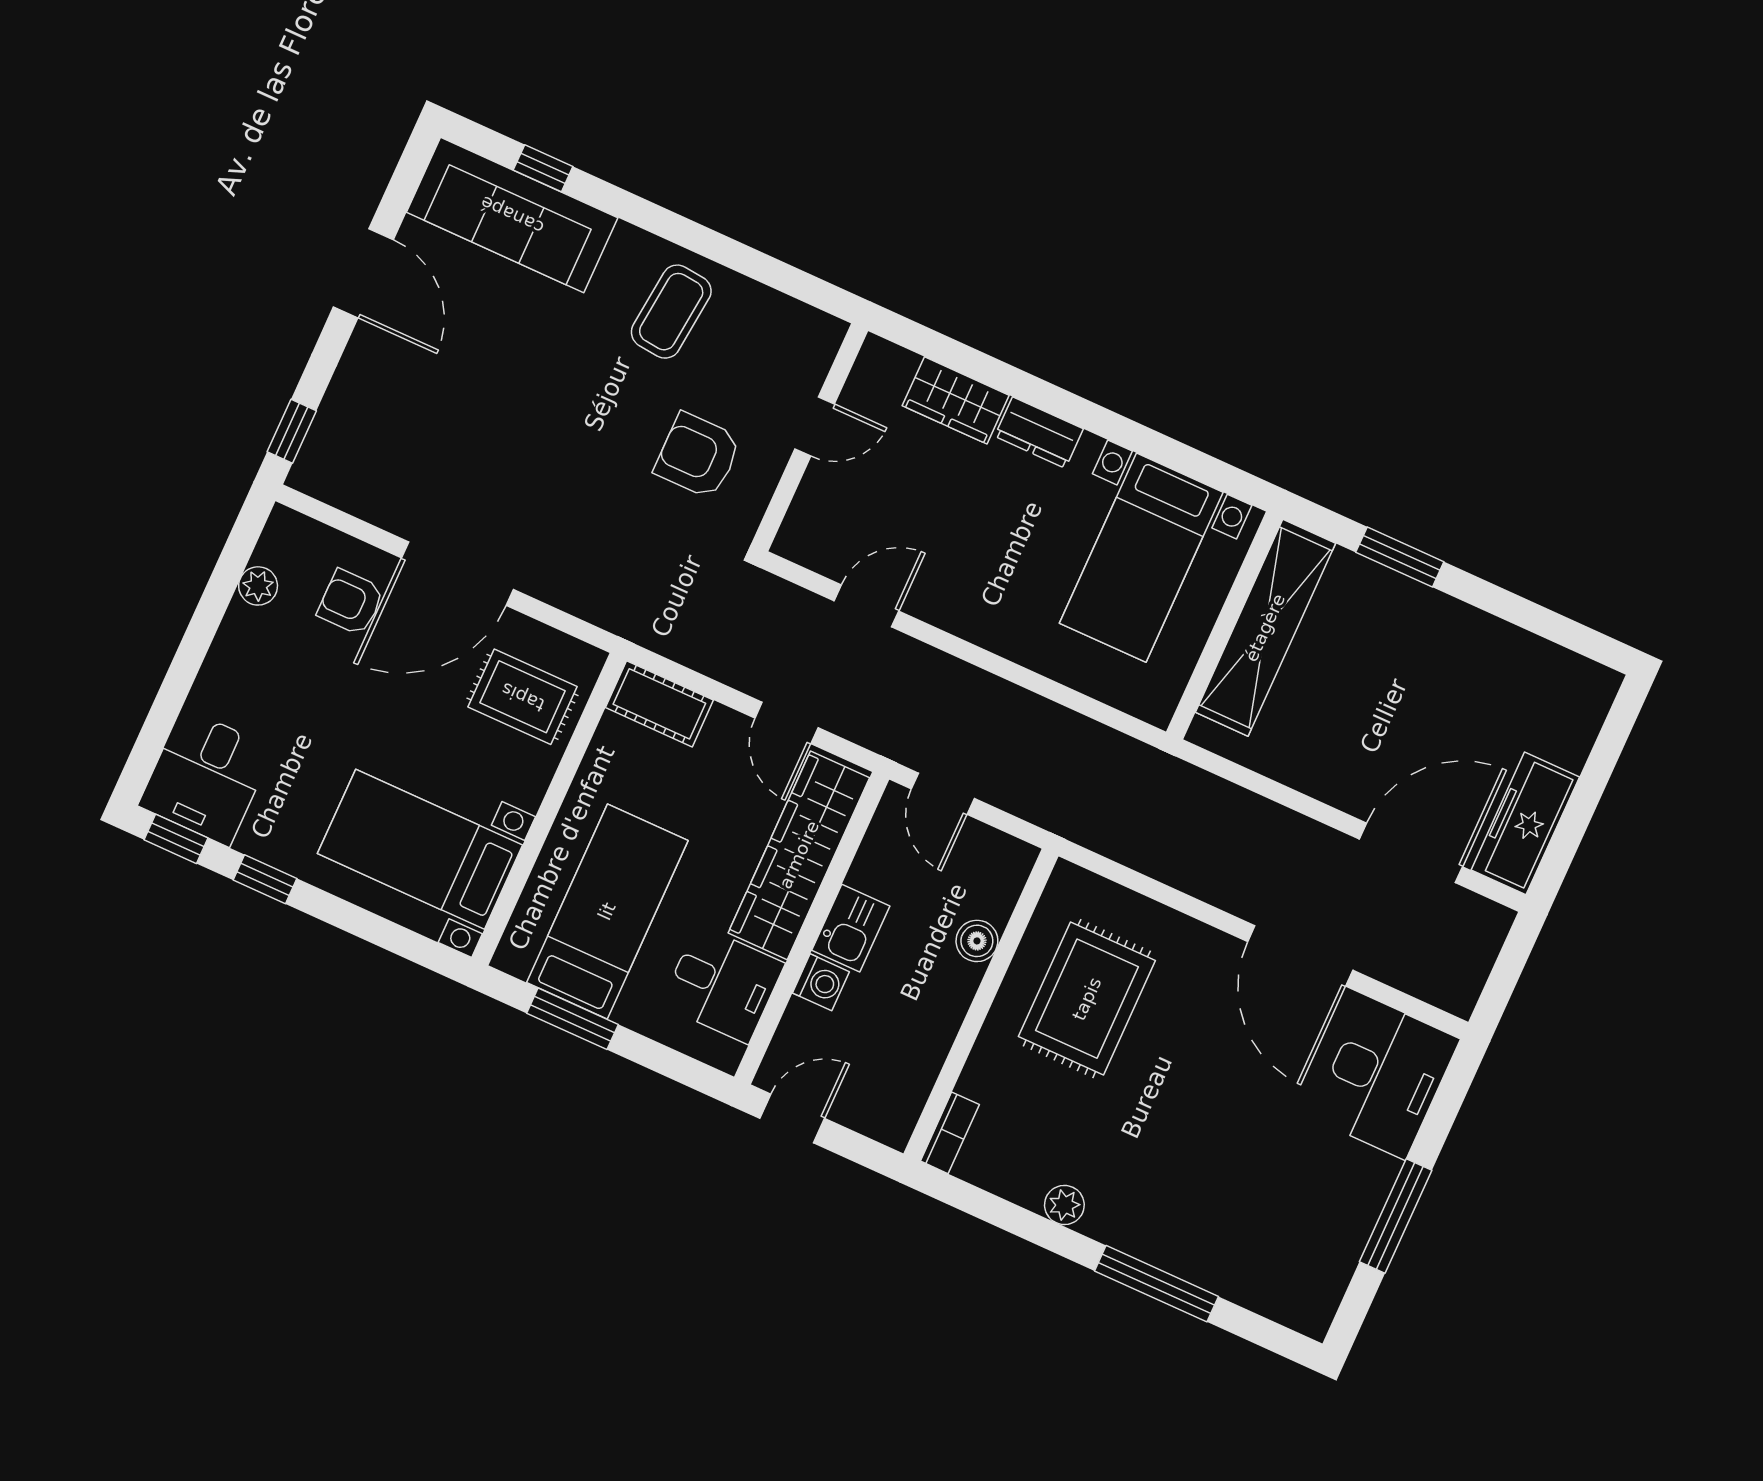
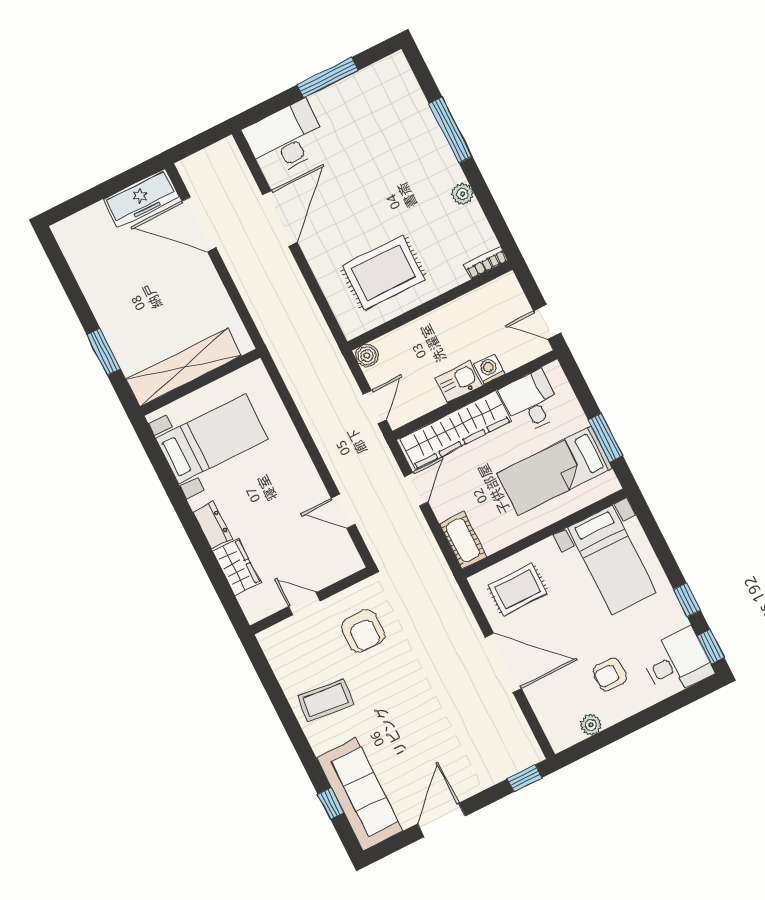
armchair: (351, 602) -> (610, 675), moved, turned 90
rug: (523, 697) -> (518, 589), turned 90
boiler: (977, 941) -> (367, 356), moved

